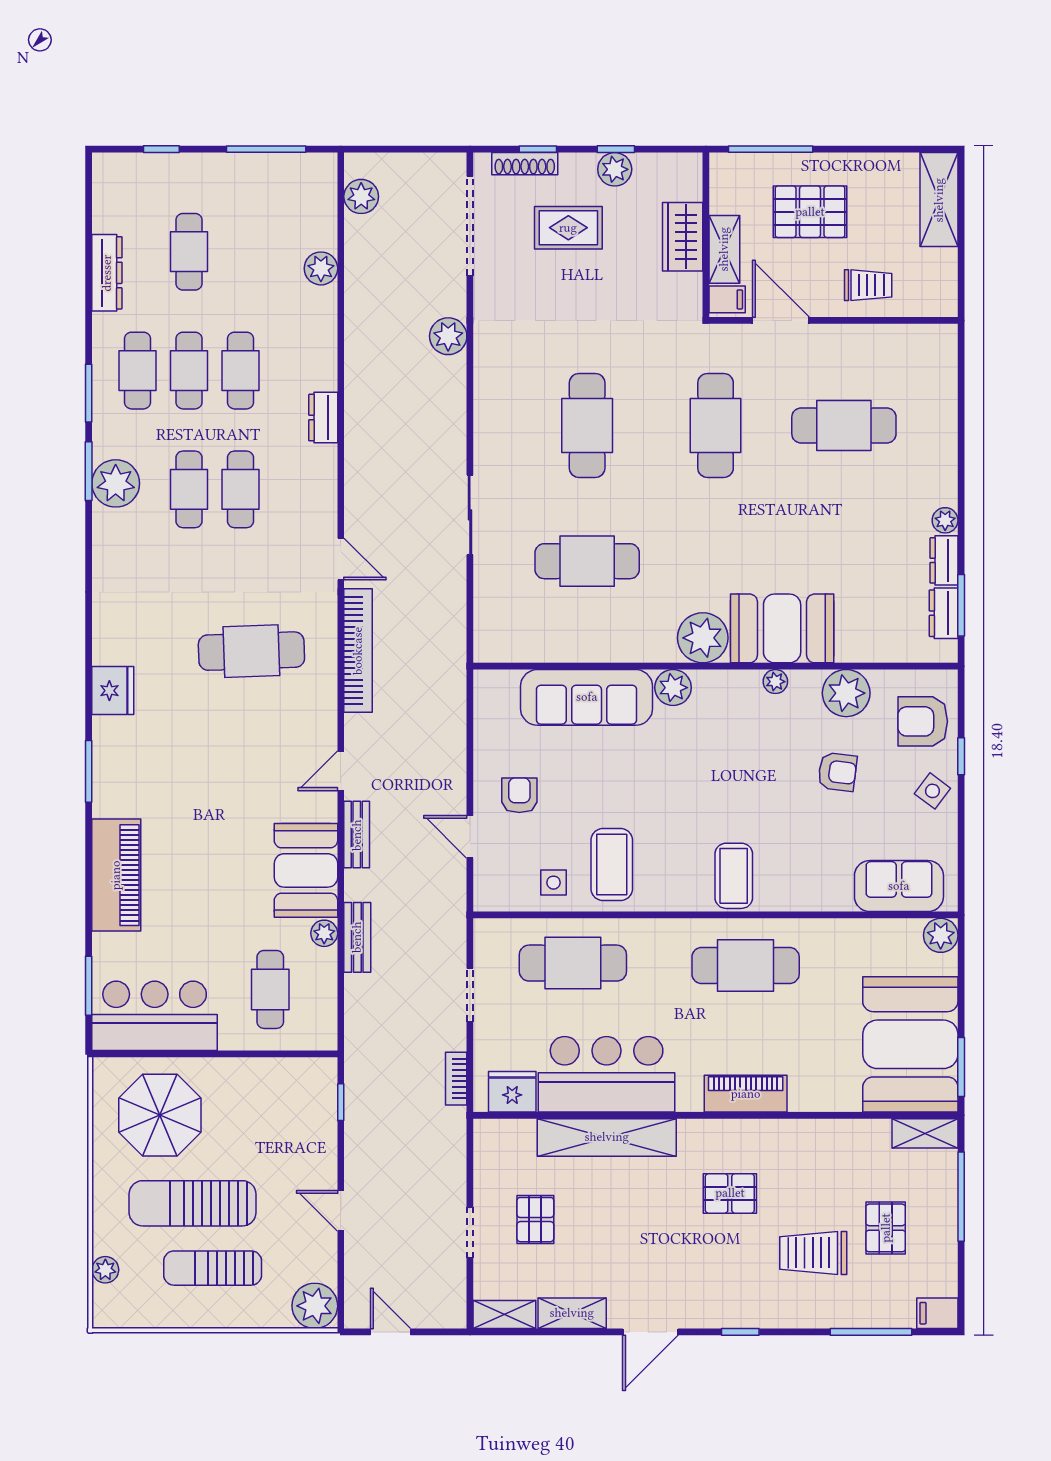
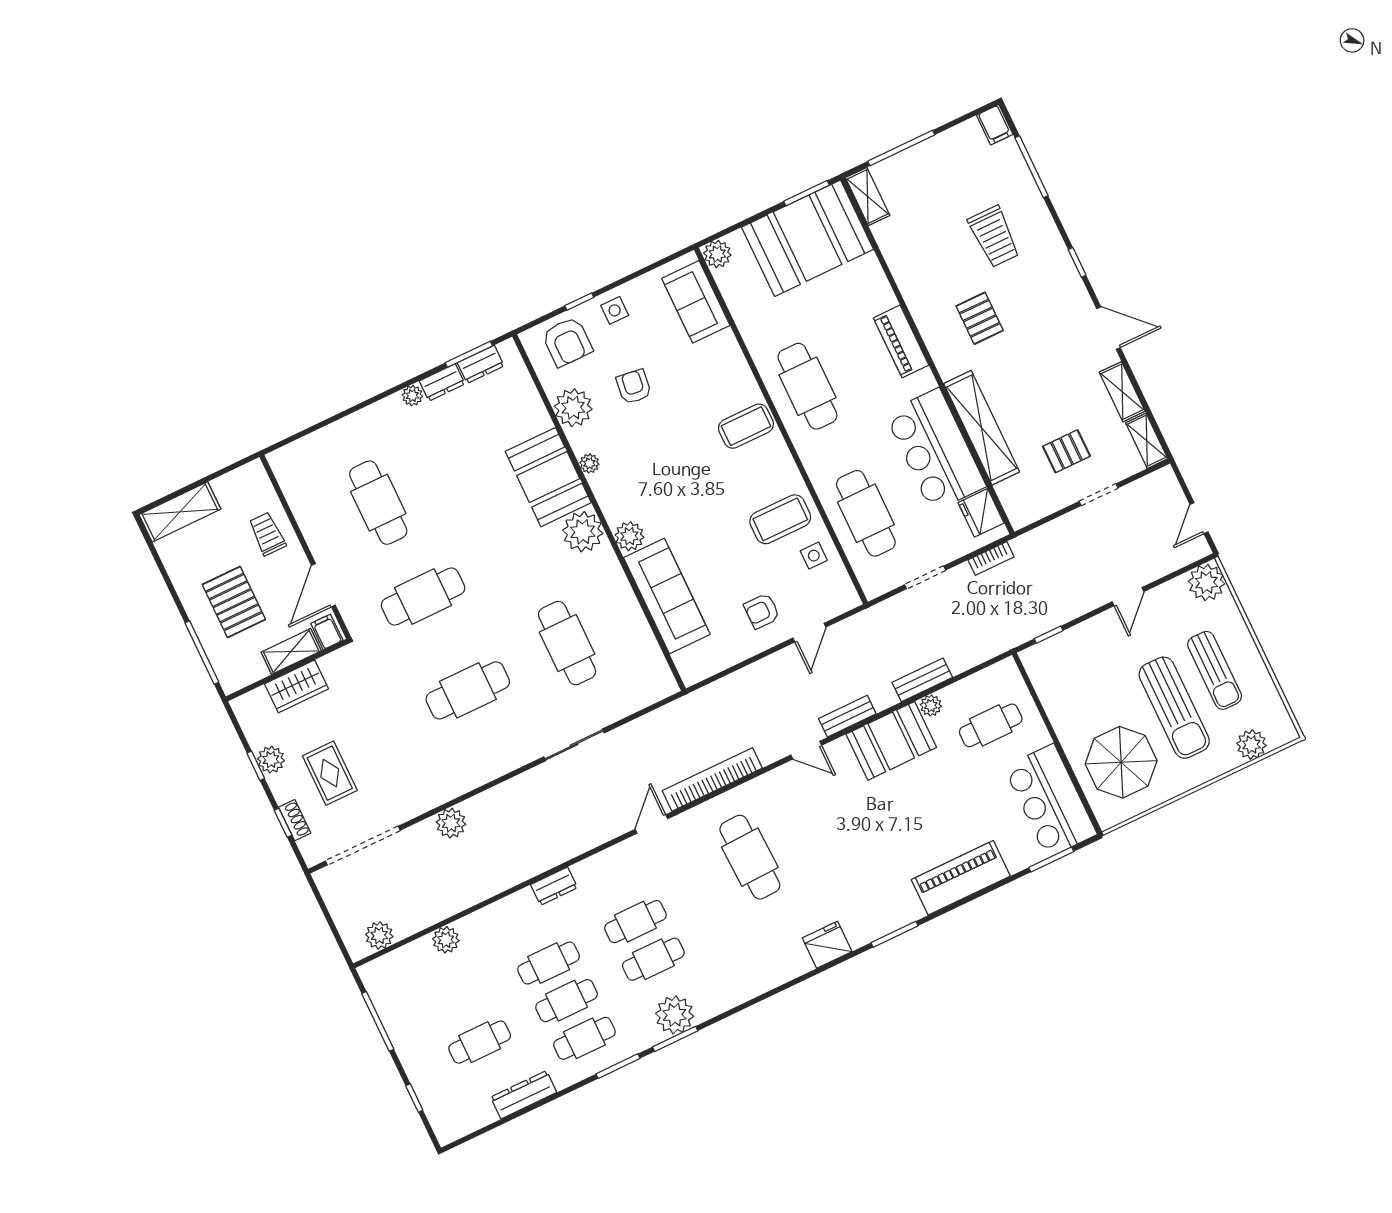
shoe rack: (525, 164) -> (295, 820), width x0.70
side table: (932, 791) -> (615, 310), turned -37
pallet: (886, 1228) -> (950, 192), removed
plant: (105, 1270) -> (1251, 745), width x1.38, depth x1.38

